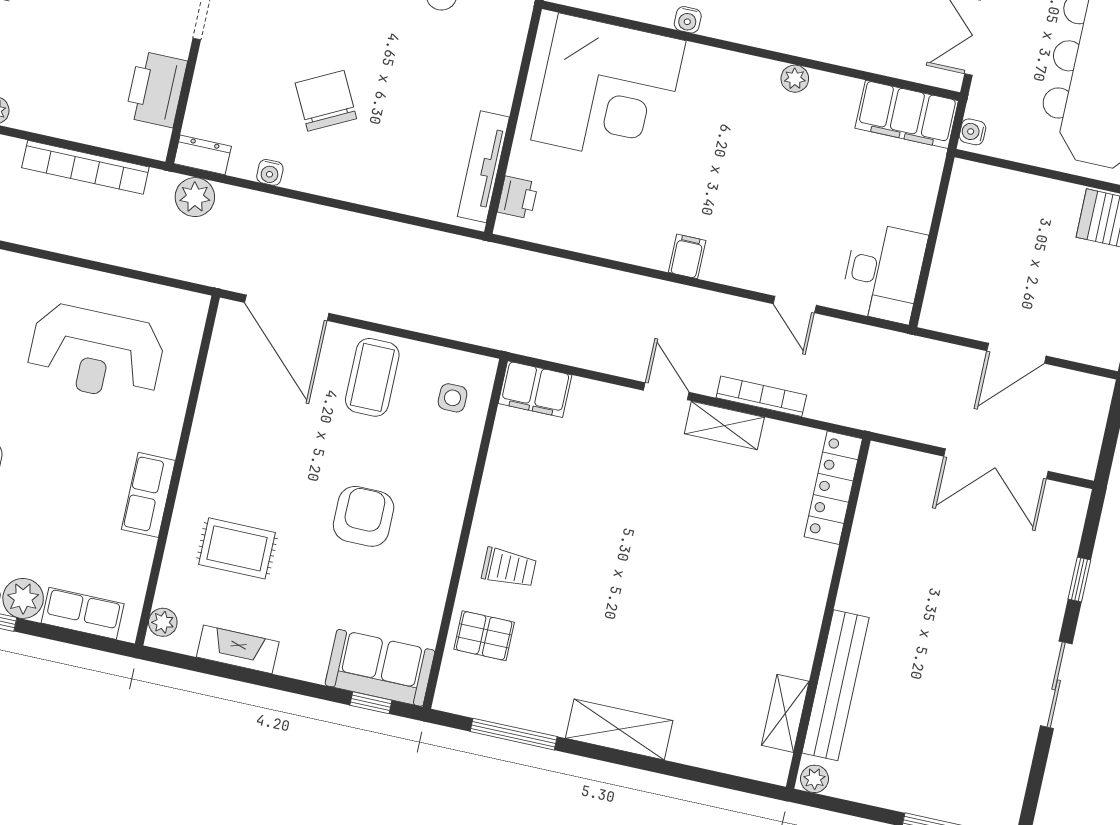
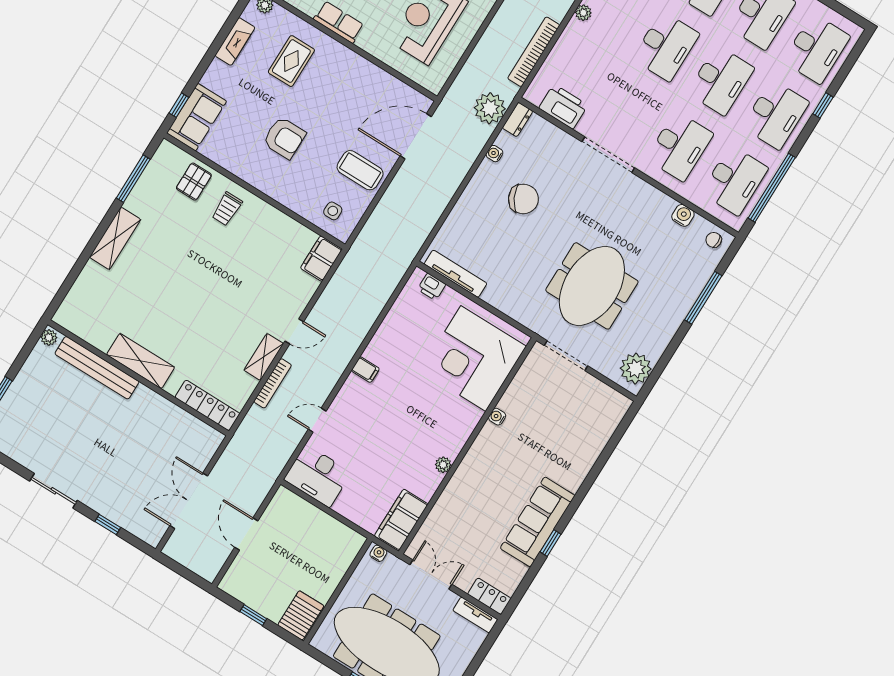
plant: (195, 197) -> (490, 108), width x1.36, depth x1.36
shelving: (785, 713) -> (141, 361), moved, width x1.50, depth x1.33

